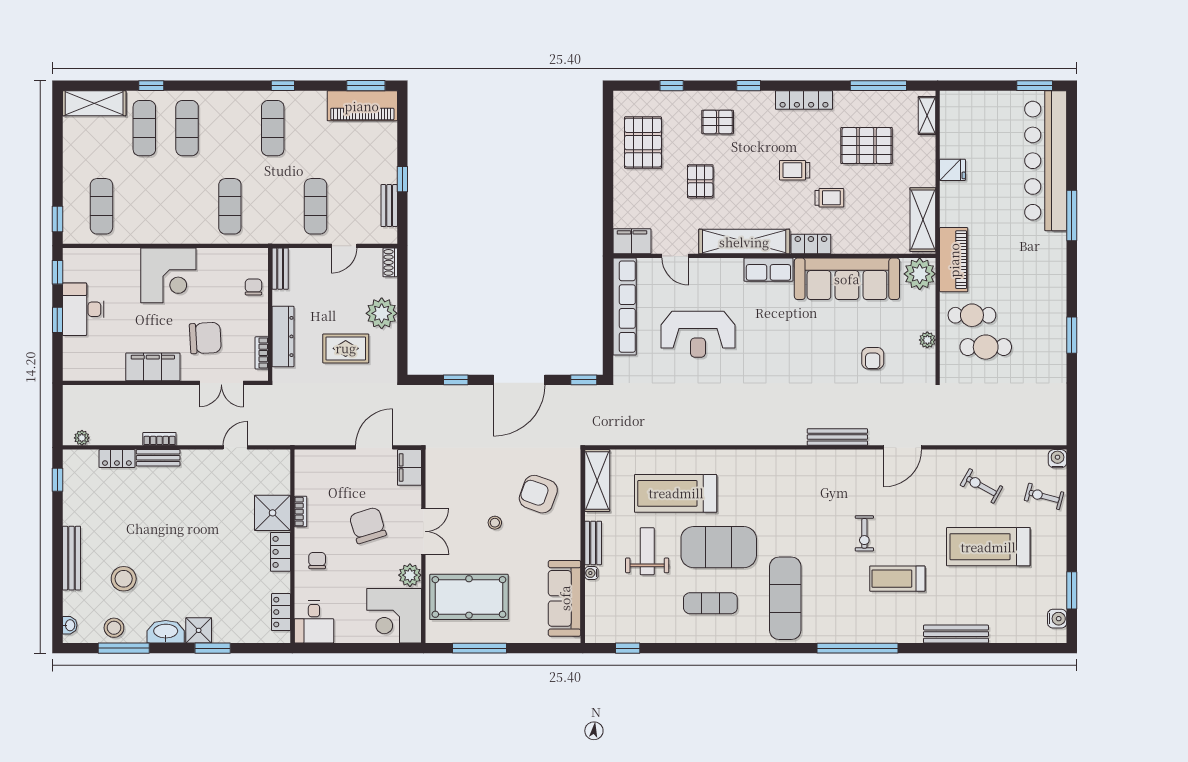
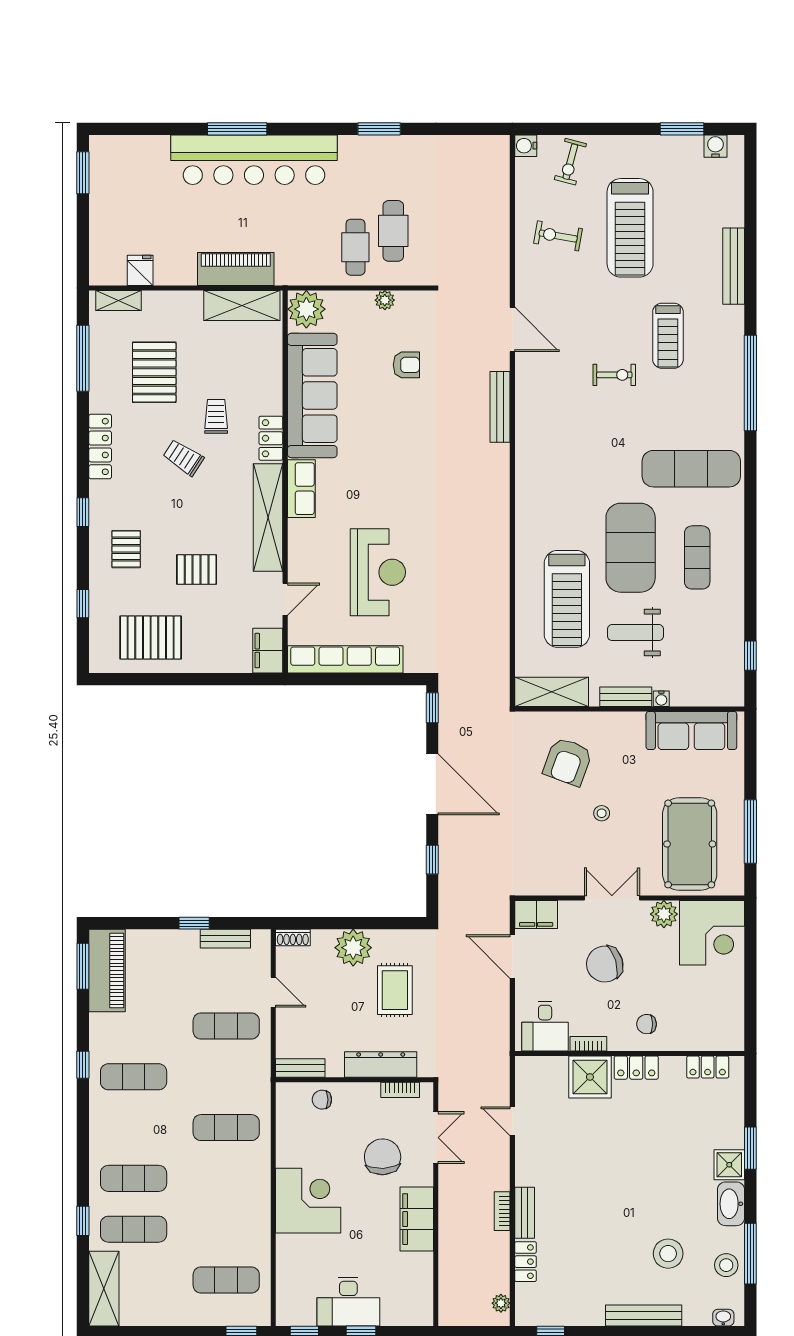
bar counter: (1046, 161) -> (254, 160), moved
trolley: (795, 170) -> (183, 458), turned 123
fridge: (952, 170) -> (140, 270), moved
piano: (954, 260) -> (236, 269), moved
exercise bike: (981, 486) -> (558, 236), turned 71
desk: (314, 622) -> (545, 1026), moved, turned 90

